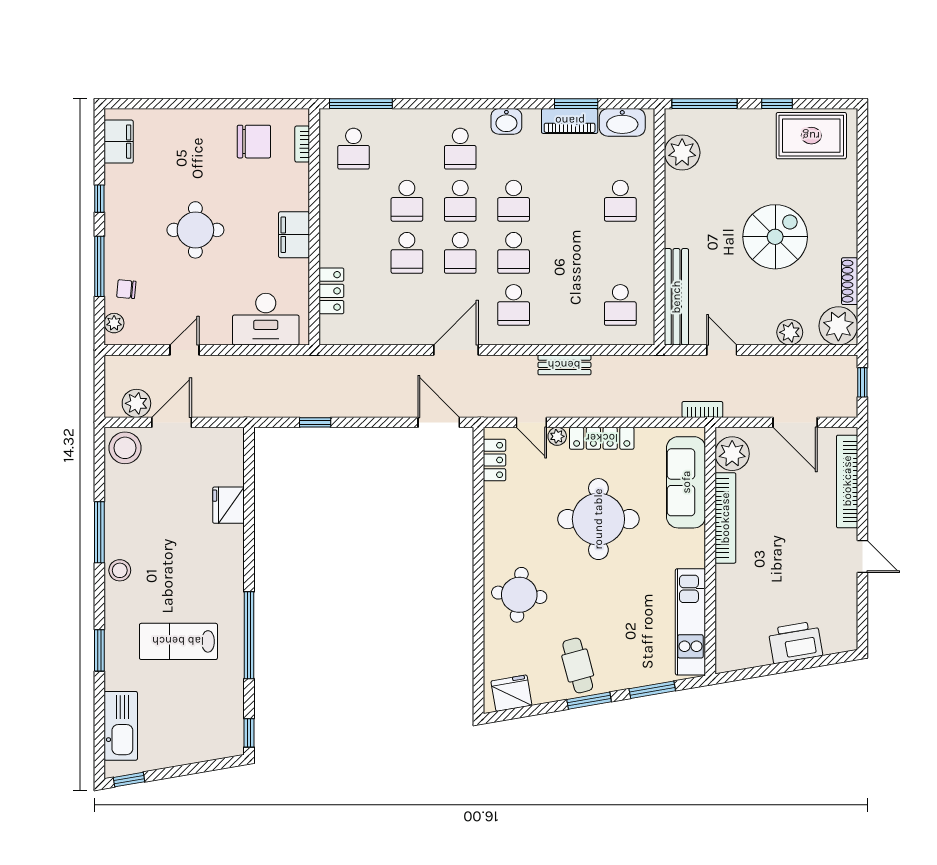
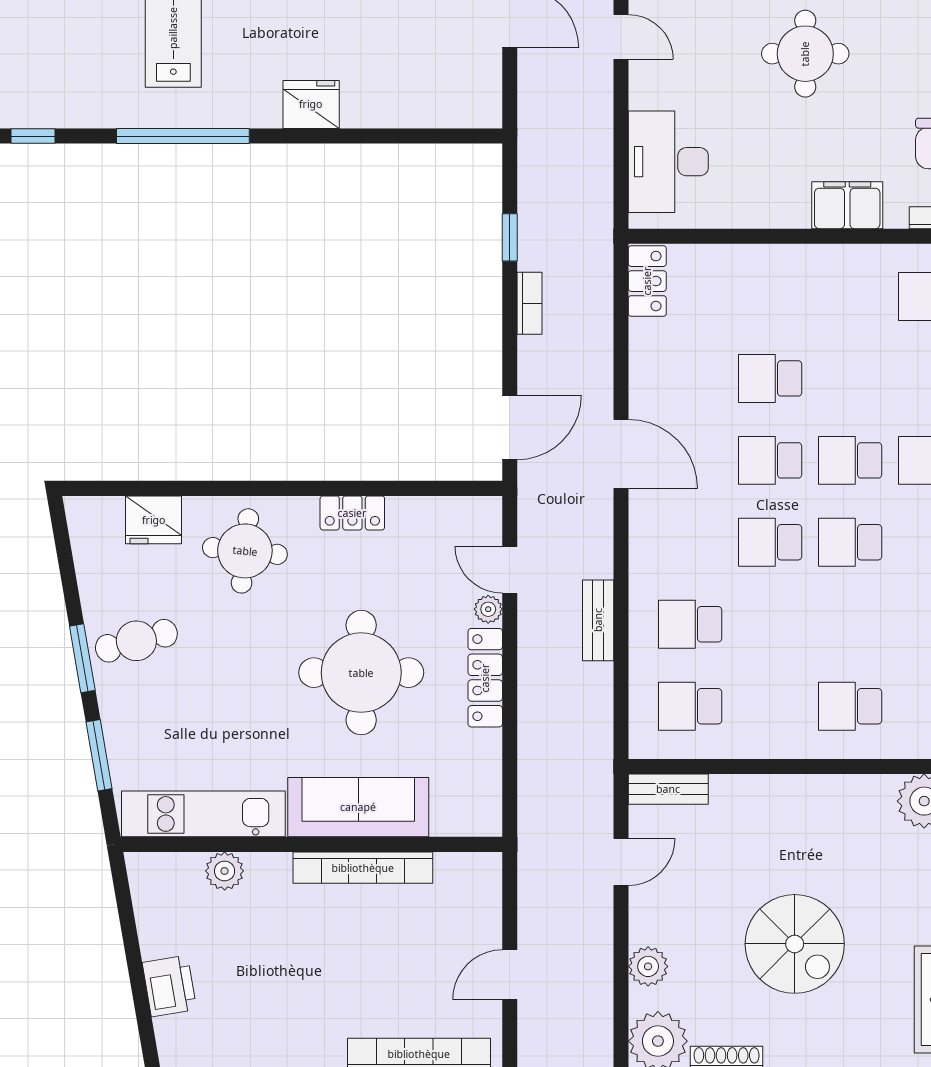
school desk: (407, 201) -> (850, 378), removed
filing cabinet: (294, 235) -> (847, 205), moved
locker: (331, 291) -> (647, 281), moved, turned -90
bench: (676, 297) -> (668, 789), width x0.54, depth x0.82
school desk: (514, 305) -> (690, 624), moved
bookcase: (702, 409) -> (530, 303), moved
door: (531, 422) -> (510, 570), hinge flipped
door: (795, 422) -> (510, 975), width x0.73
plant: (732, 454) -> (225, 871), moved, width x0.73, depth x0.73
locker: (494, 460) -> (352, 513), moved
sofa: (686, 482) -> (358, 807), moved
fridge: (229, 505) -> (311, 104), moved
printer: (795, 642) -> (169, 986), width x0.73, depth x0.84
fridge: (511, 693) -> (154, 520), moved, turned 100

